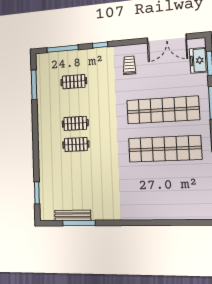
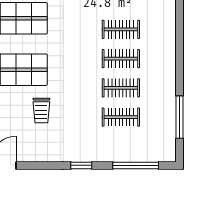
trolley: (129, 65) -> (41, 111), moved
clothes rail: (74, 102) -> (121, 88), added

